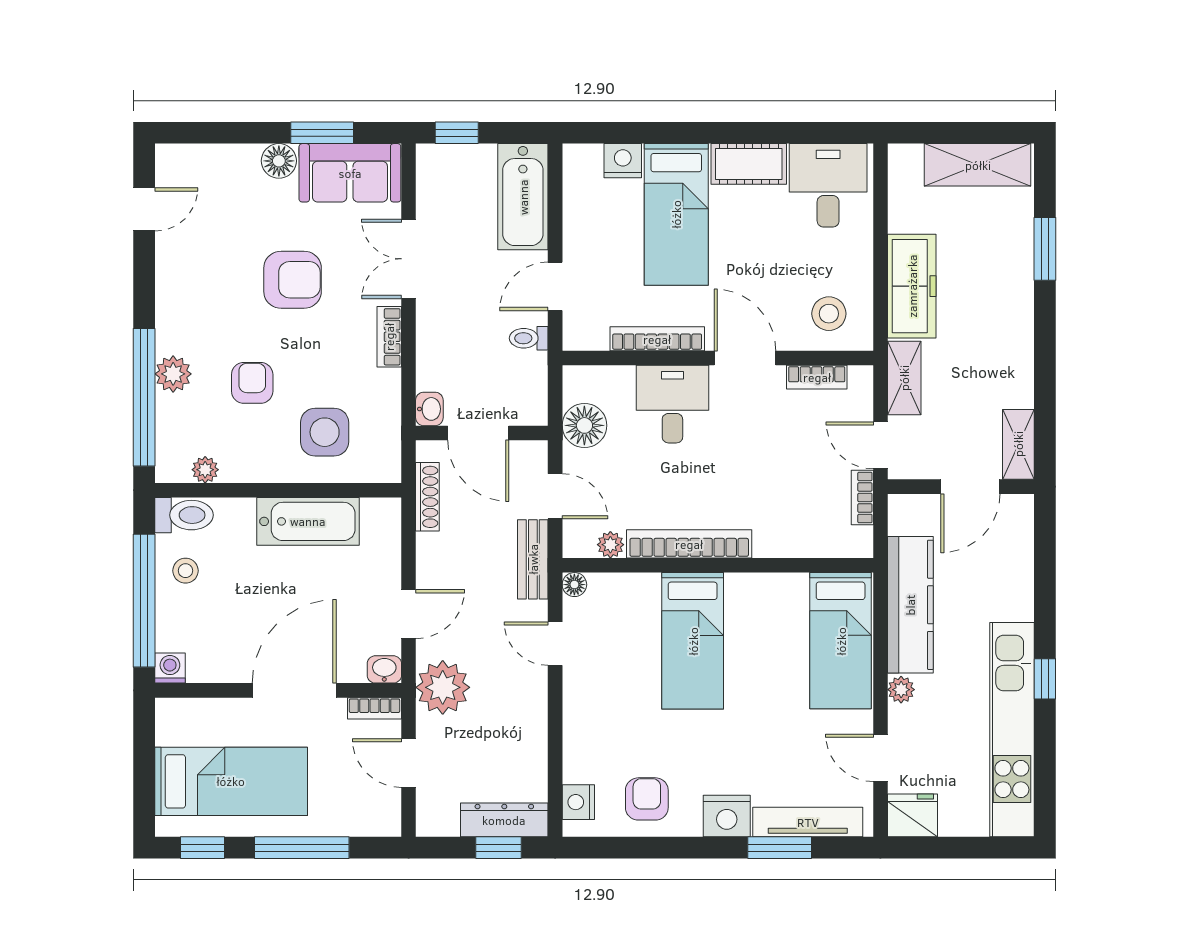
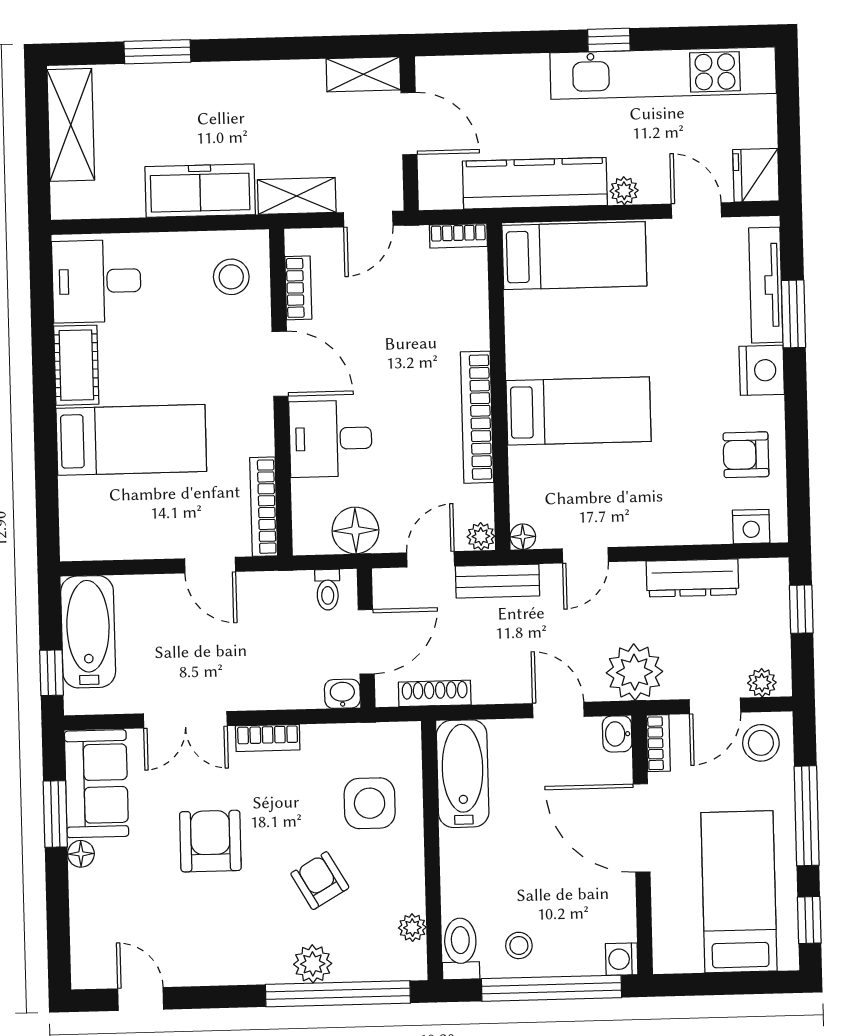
floor lamp: (279, 161) -> (81, 854), width x0.73, depth x0.73
nightstand: (623, 161) -> (76, 497), removed
bathtub: (523, 197) -> (88, 632), moved, turned -90
toilet: (529, 338) -> (328, 590), moved
bookcase: (657, 339) -> (264, 507), moved
door: (745, 358) -> (280, 364), swing flipped
armchair: (252, 383) -> (320, 881), turned 60
bookcase: (862, 497) -> (458, 236), moved
bathtub: (308, 521) -> (463, 774), moved
plant: (610, 545) -> (481, 536), moved
door: (880, 758) -> (696, 211), swing flipped
stool: (372, 806) -> (761, 743), added
plant: (429, 808) -> (762, 683), added
dresser: (504, 820) -> (692, 578), moved, turned -90

